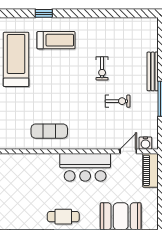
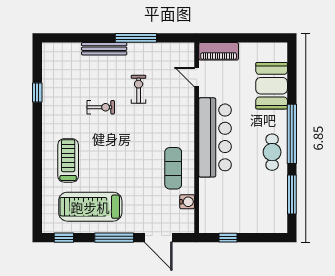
window: (44, 13) -> (37, 93), moved
water cooler: (145, 143) -> (187, 202), moved
bar counter: (85, 167) -> (215, 137), width x1.36

